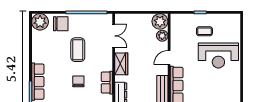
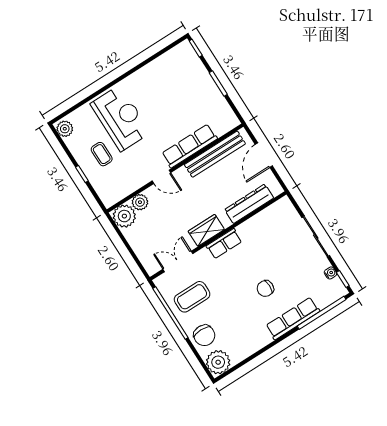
plant: (233, 19) -> (65, 129), added
chair: (61, 24) -> (204, 335), turned 180
coffee table: (78, 50) -> (192, 297), moved
chair: (78, 81) -> (265, 288), moved
row of seats: (107, 83) -> (224, 244), moved

